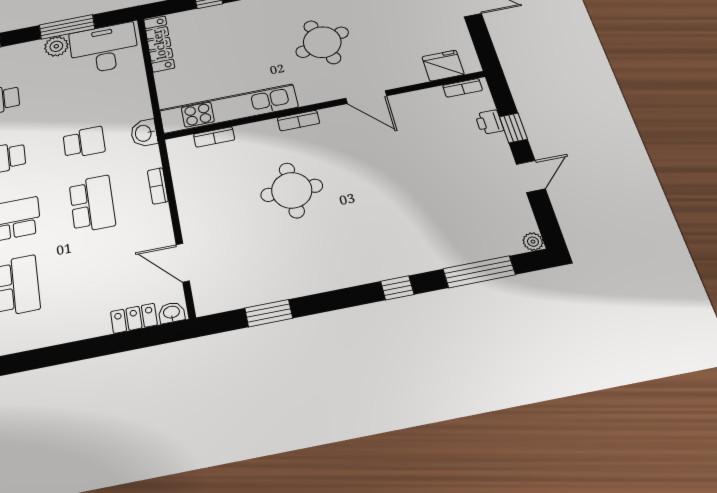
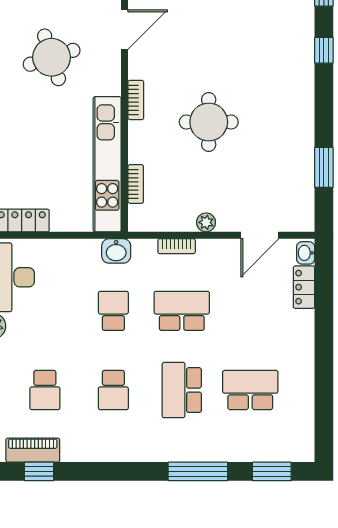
plant: (187, 208) -> (206, 222), added

